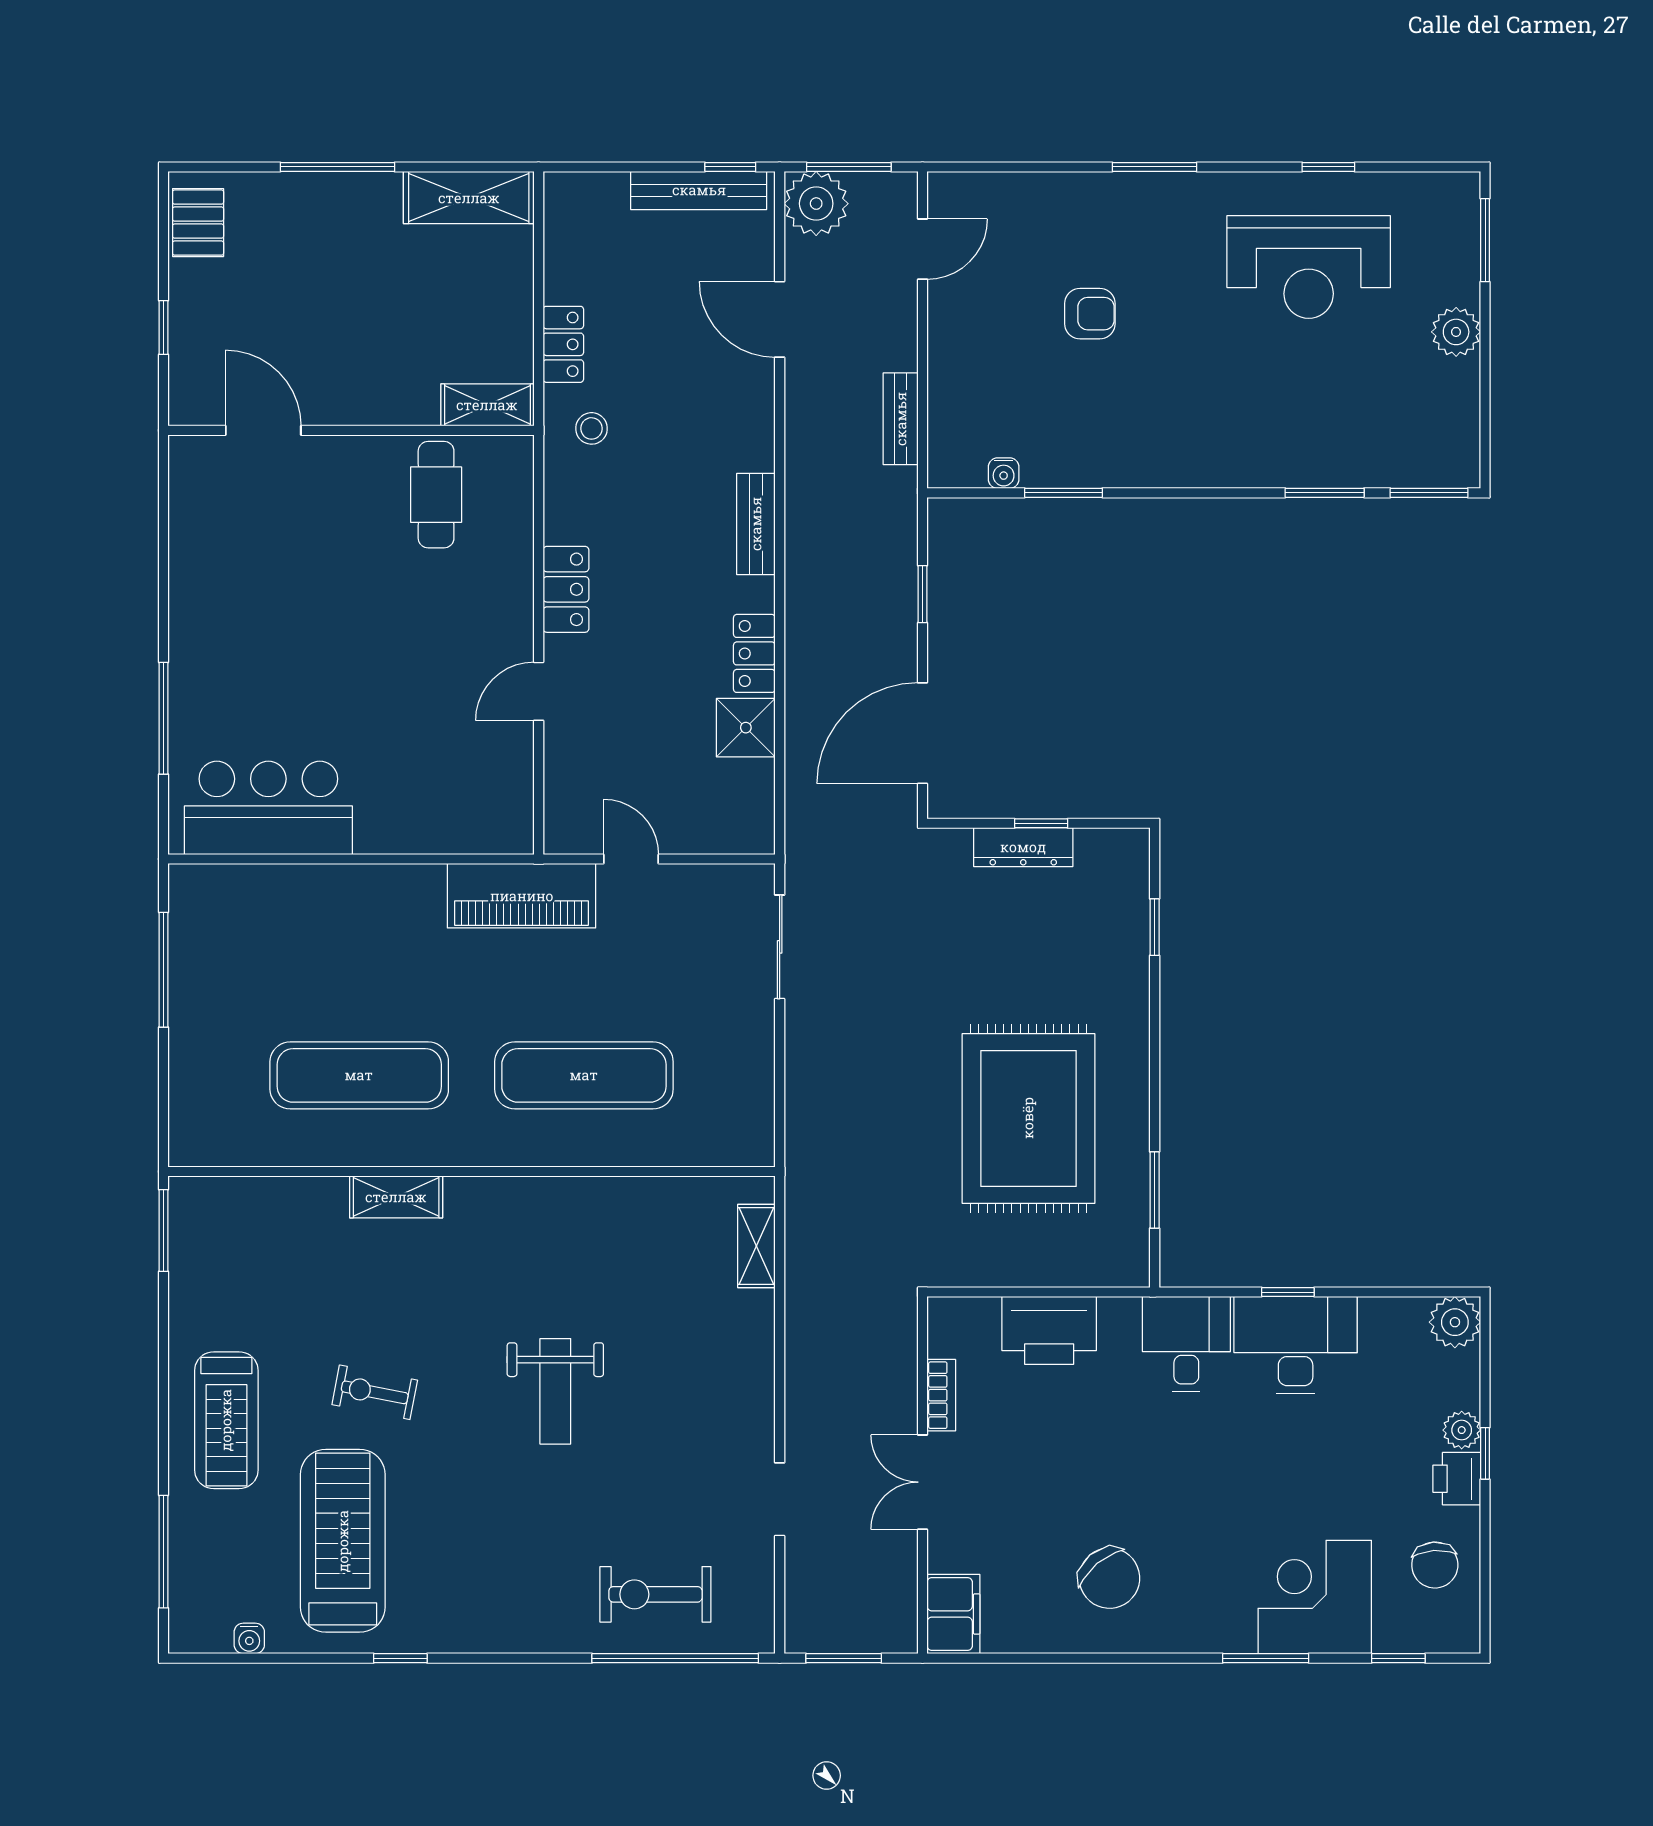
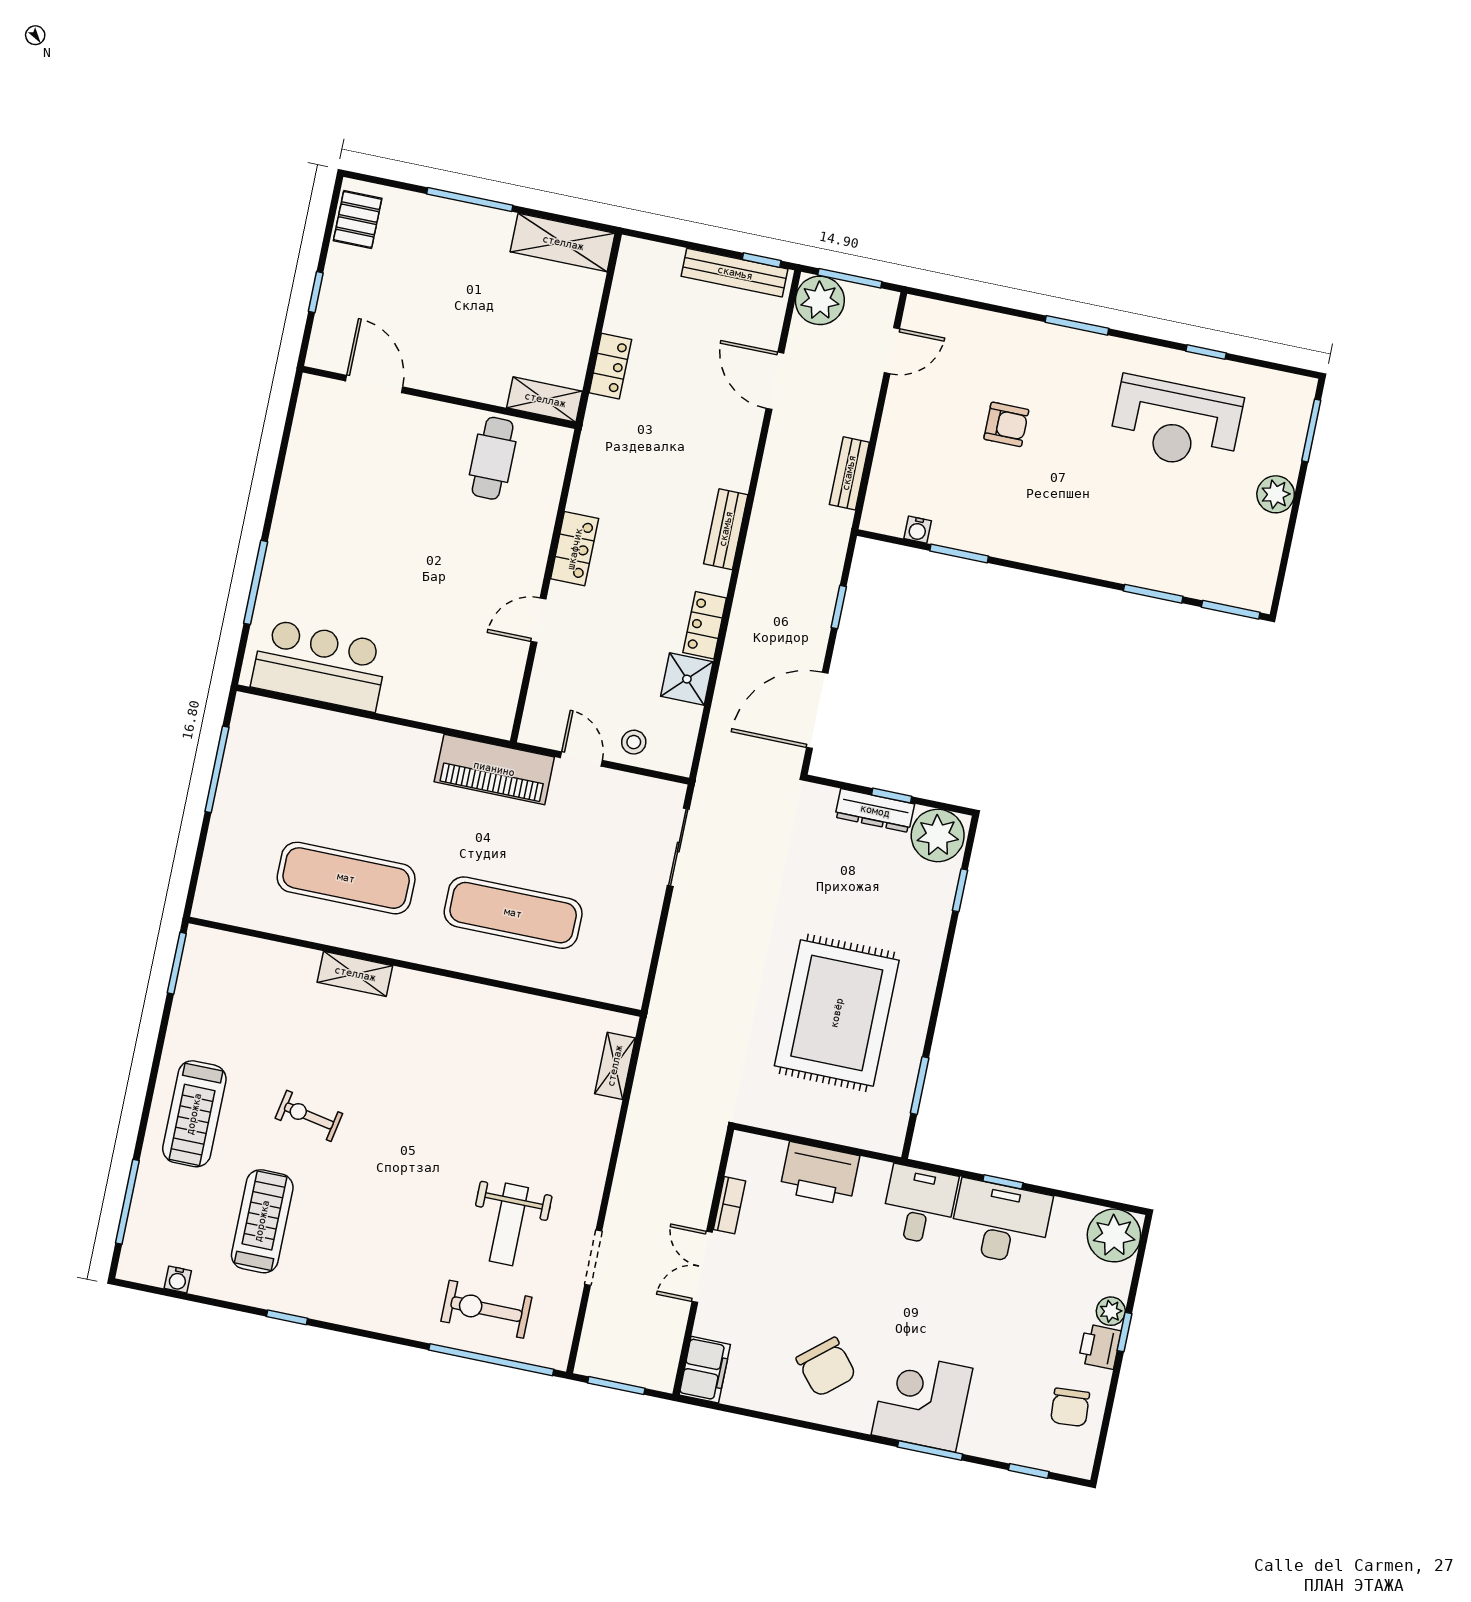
stool: (592, 428) -> (634, 742), moved
plant: (1111, 862) -> (938, 835), added
plant: (1455, 1322) -> (1114, 1235), width x1.36, depth x1.36
weight bench: (555, 1391) -> (509, 1224), moved
treadmill: (343, 1541) -> (262, 1221), width x0.73, depth x0.73
corner desk: (1315, 1597) -> (922, 1401), moved

